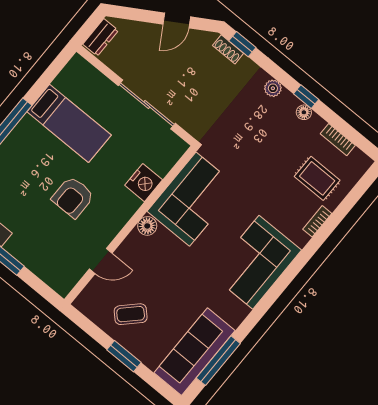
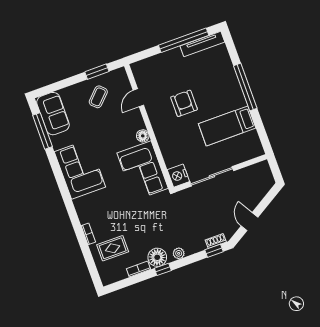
dresser: (101, 37) -> (265, 173), removed
floor lamp: (304, 112) -> (157, 257), width x1.89, depth x1.89
bookcase: (338, 140) -> (138, 269), moved
nightstand: (144, 183) -> (178, 176), moved
corner sofa: (256, 262) -> (80, 169), moved
sofa: (195, 352) -> (53, 114), width x0.73
window: (124, 356) -> (97, 72), moved

